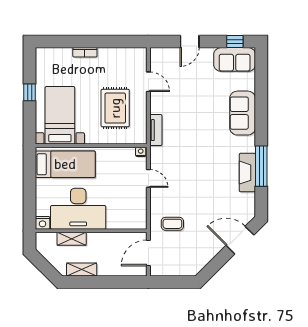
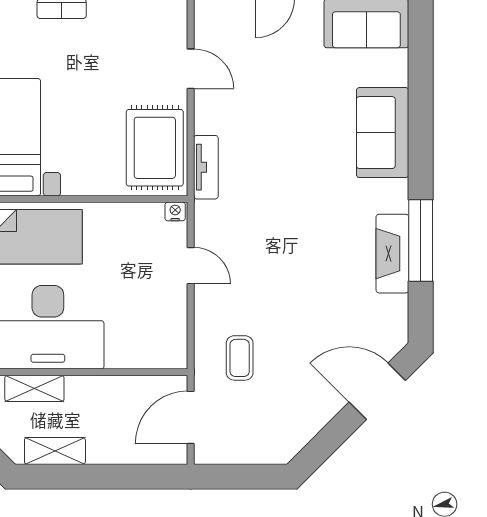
rug: (115, 108) -> (155, 148), moved
coffee table: (172, 224) -> (240, 358), turned 90

